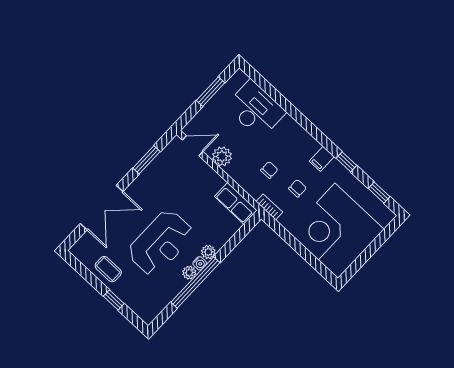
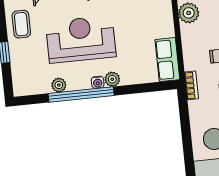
reception desk: (161, 243) -> (81, 39), turned 180
plant: (189, 273) -> (59, 85), moved

